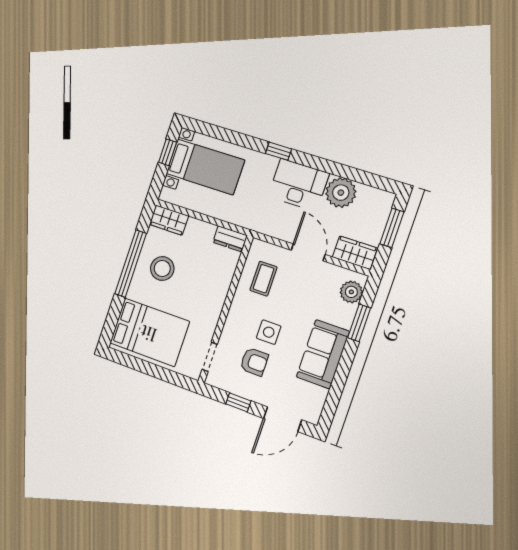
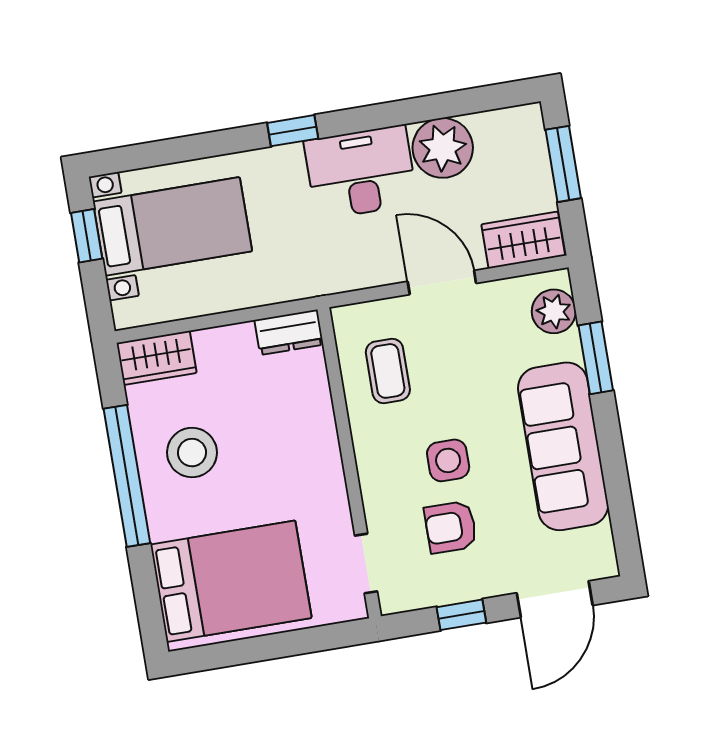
sofa: (323, 354) -> (563, 446), width x1.36
armchair: (254, 362) -> (451, 527), turned 180

